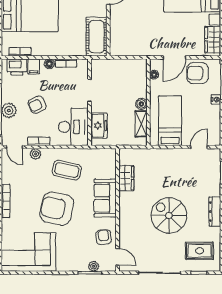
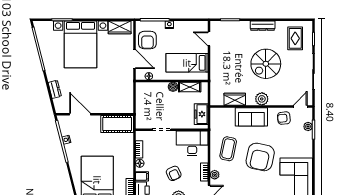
freezer: (99, 125) -> (201, 114), moved, turned -90
plant: (127, 211) -> (262, 99), added

